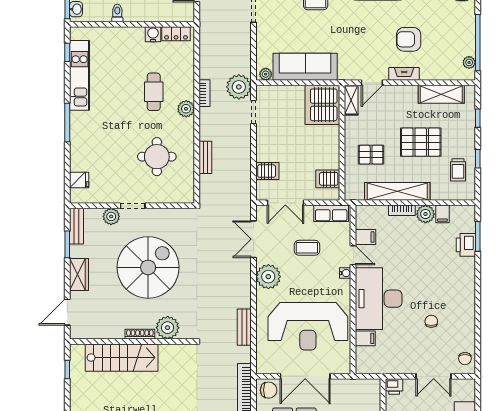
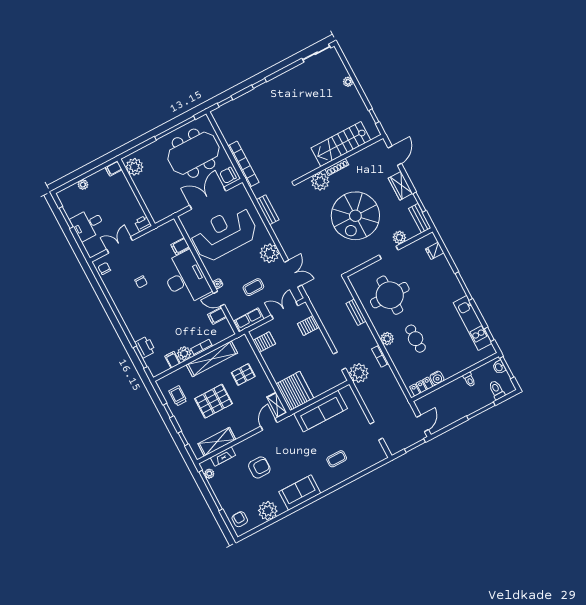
plant: (266, 74) -> (345, 392), removed
fireplace: (404, 74) -> (223, 456), moved
round table: (157, 157) -> (390, 295), width x1.36, depth x1.36

